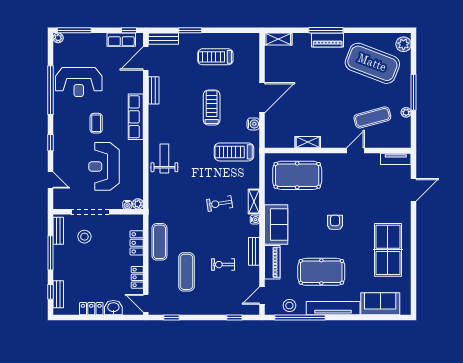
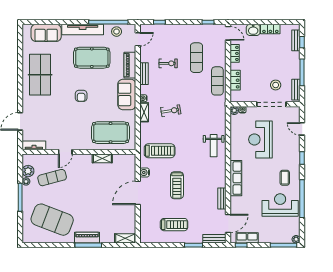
plant: (403, 44) -> (28, 171), moved
coffee table: (96, 123) -> (285, 178), moved
reception desk: (104, 166) -> (260, 139), turned 180

